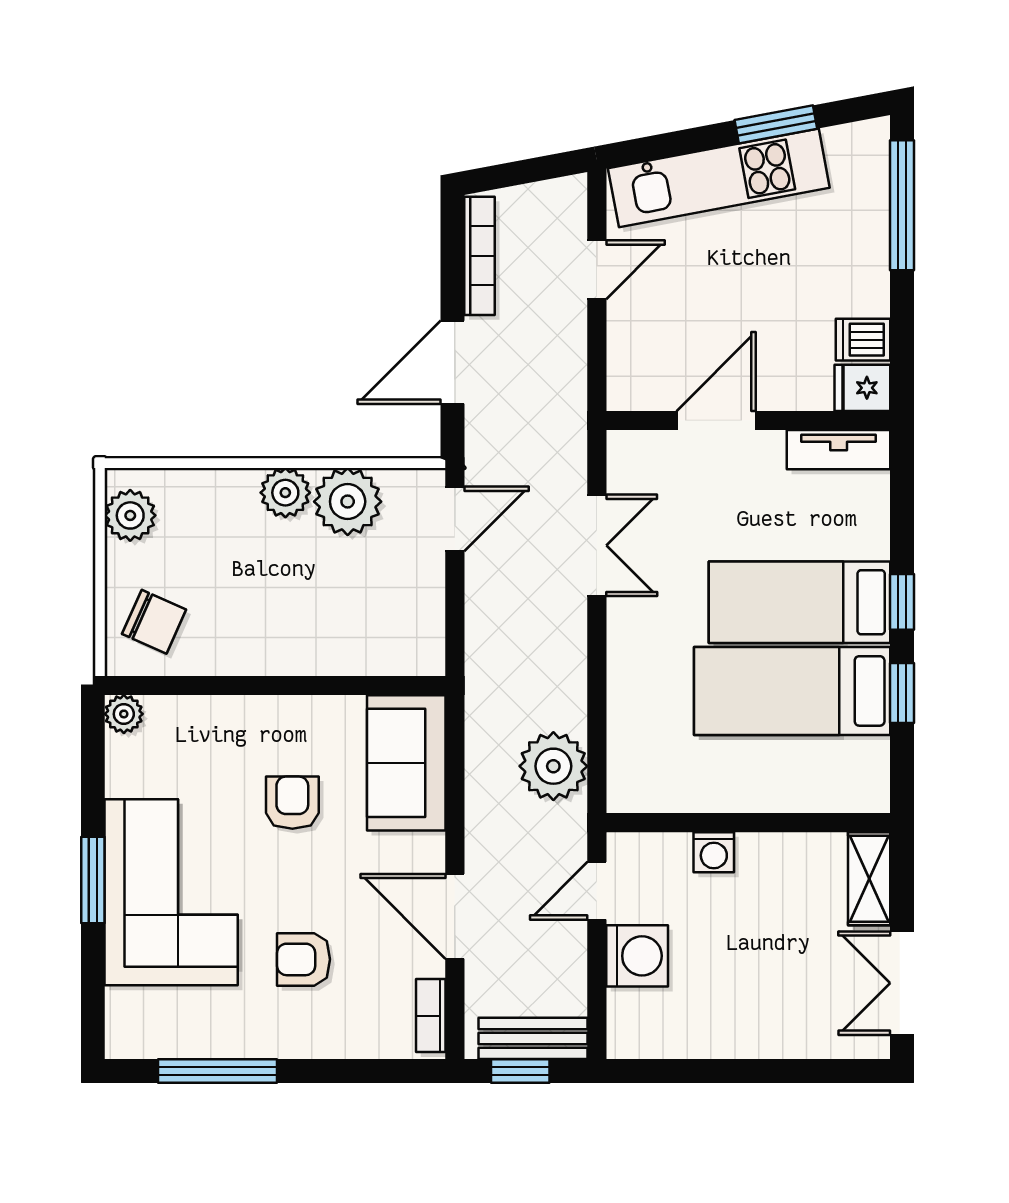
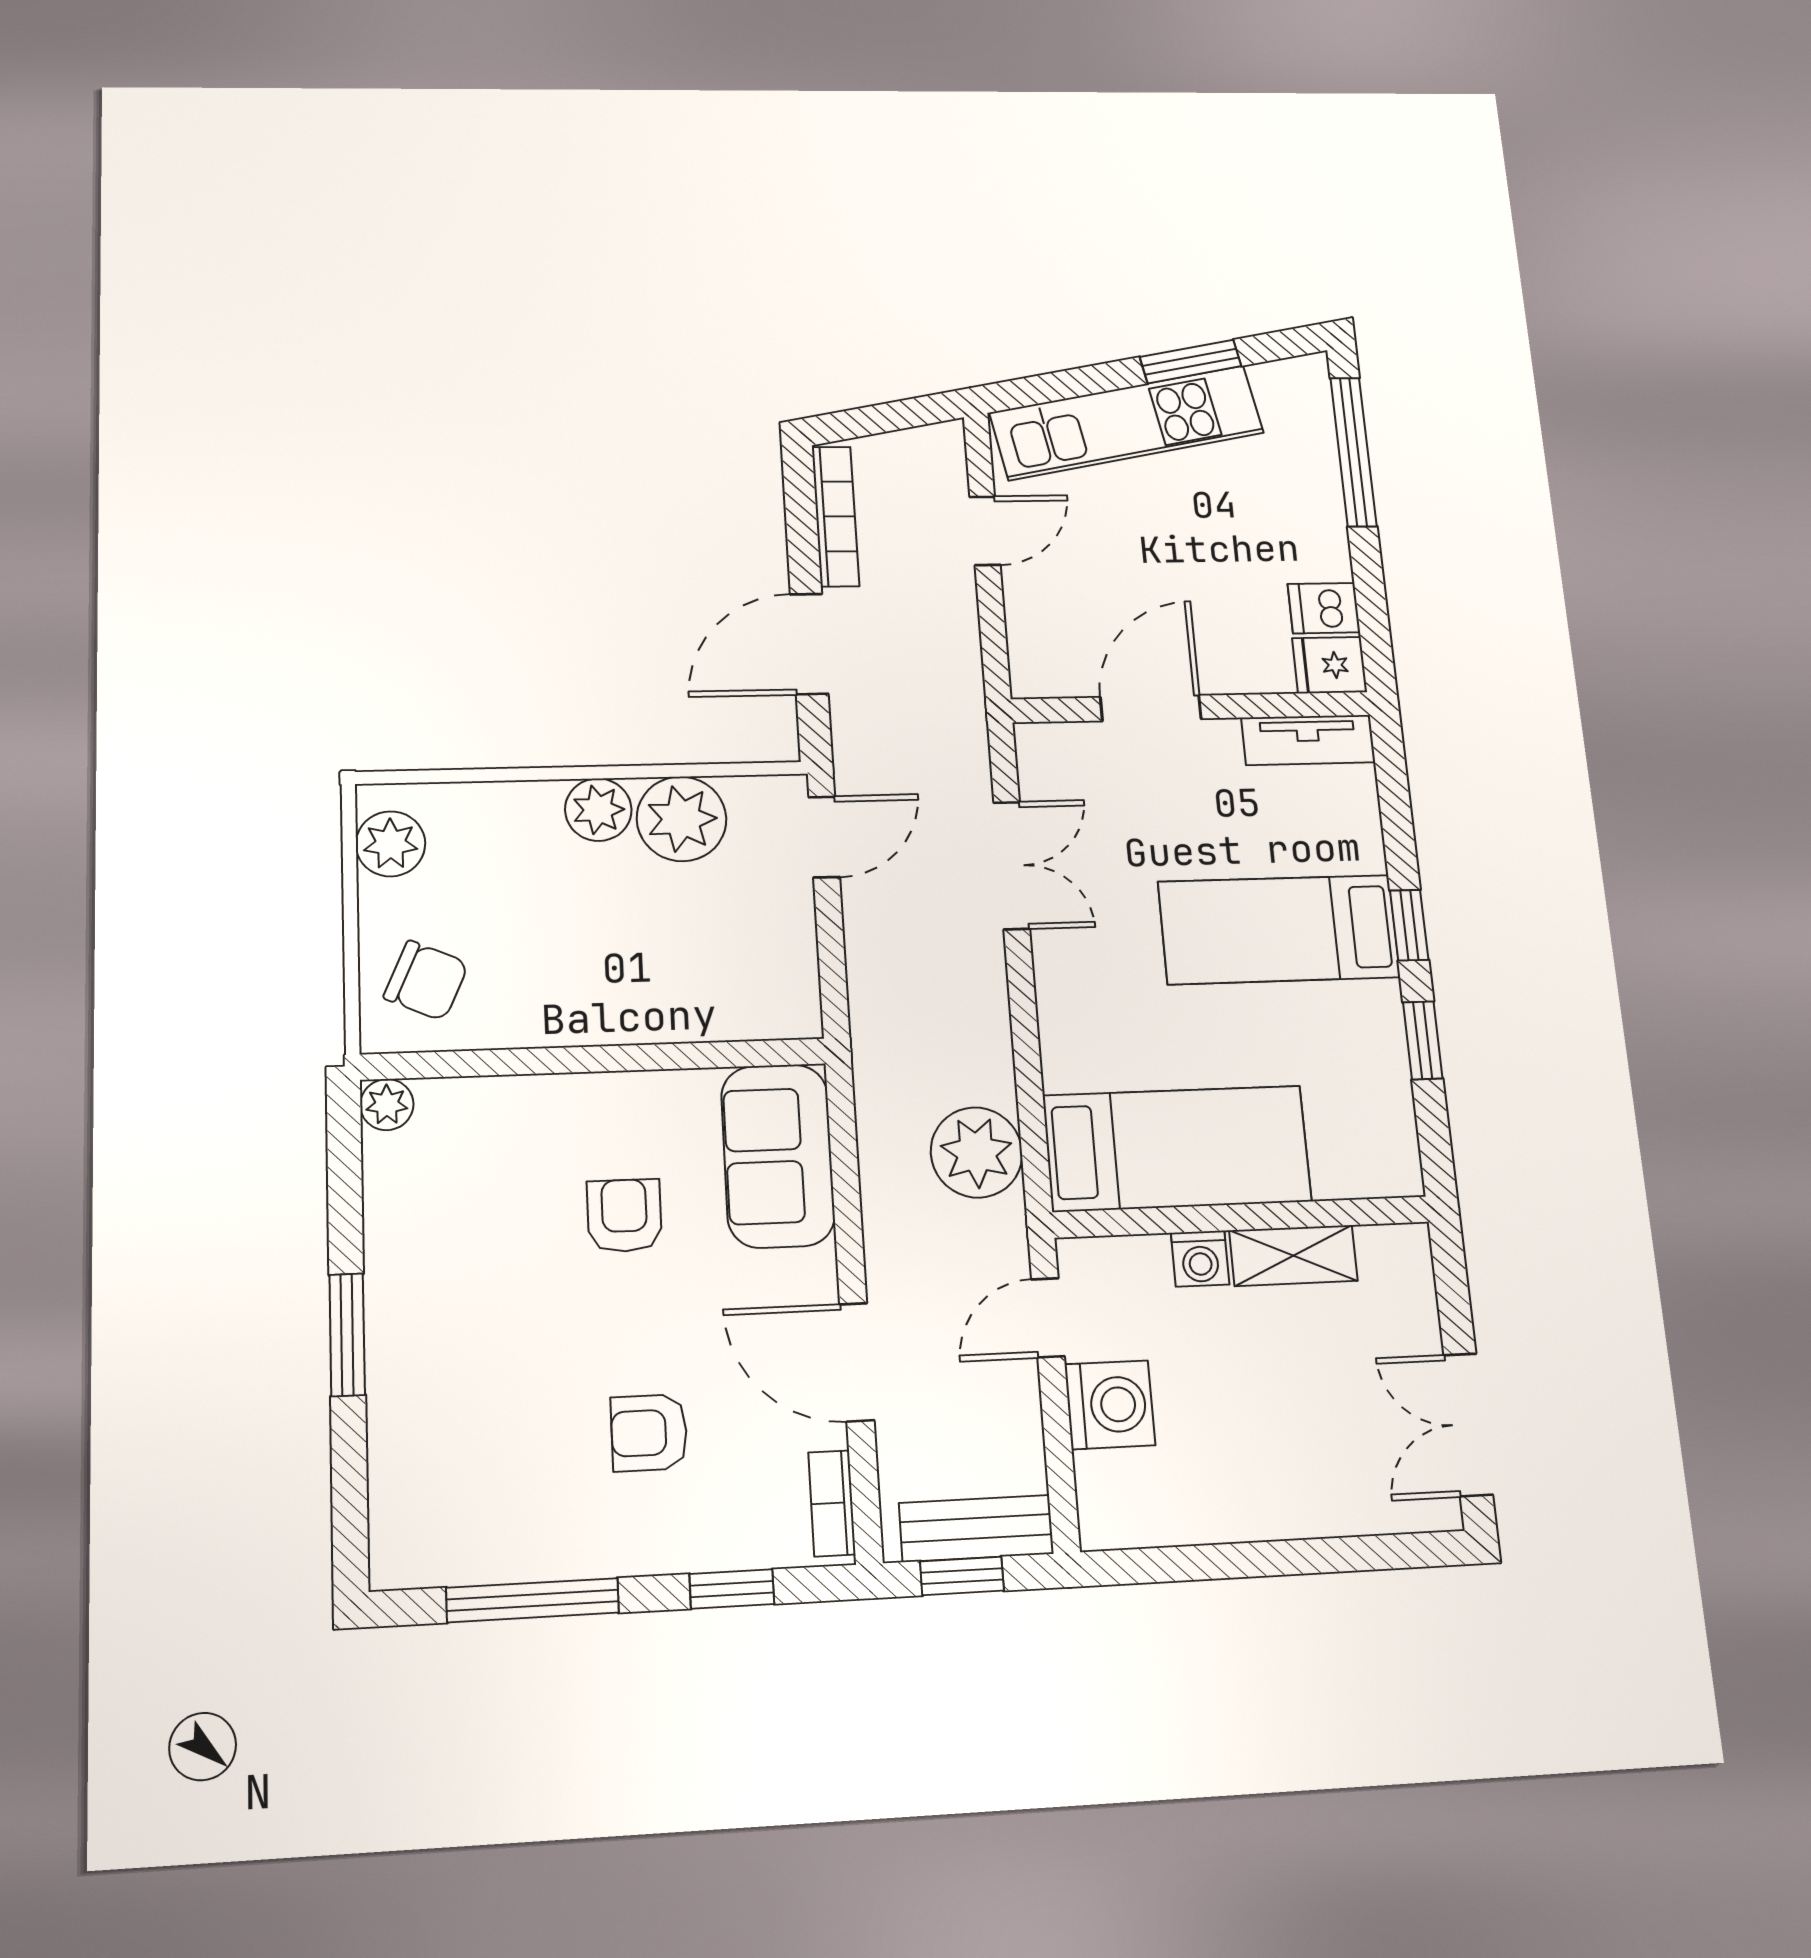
bed: (792, 691) -> (1177, 1148), moved, turned 180
shelving: (869, 879) -> (1293, 1256), moved, turned 90
corner sofa: (171, 892) -> (459, 1347), removed
window: (357, 1071) -> (732, 1589), added

